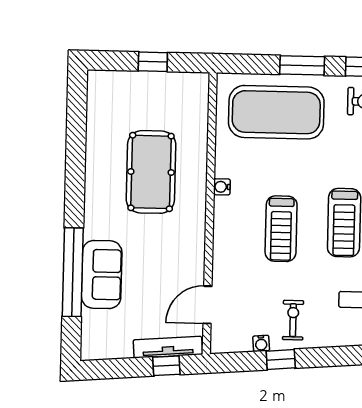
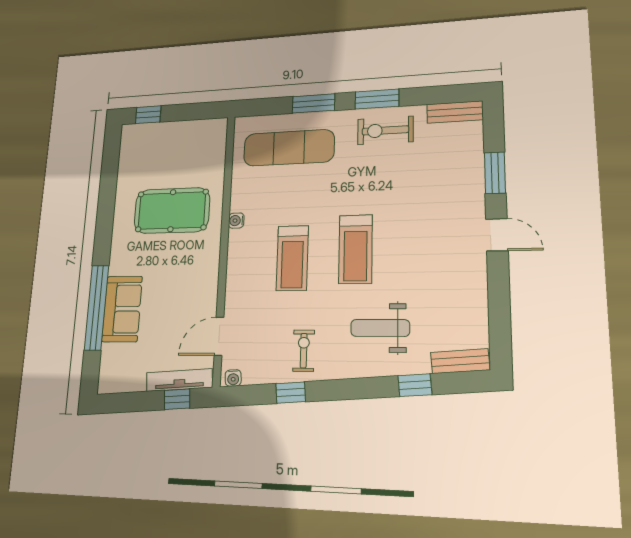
window: (153, 62) -> (148, 115), moved
exercise mat: (276, 112) -> (289, 148), width x0.68
pool table: (151, 172) -> (172, 211), turned 90
water cooler: (261, 343) -> (233, 378), moved

